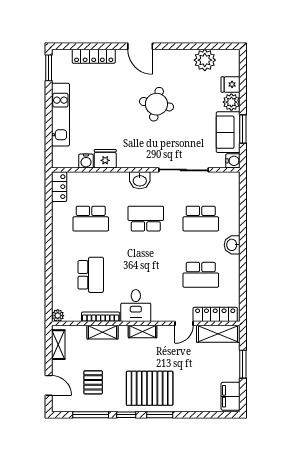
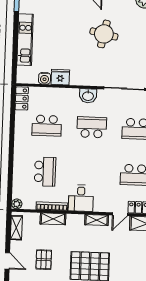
shelving: (143, 332) -> (97, 220), moved

